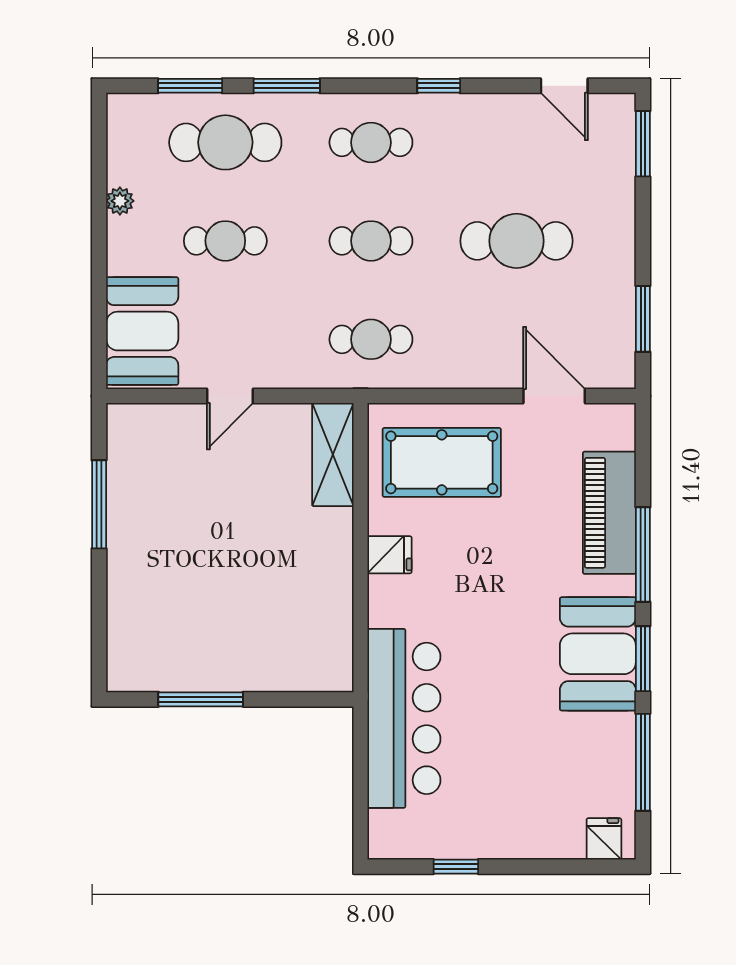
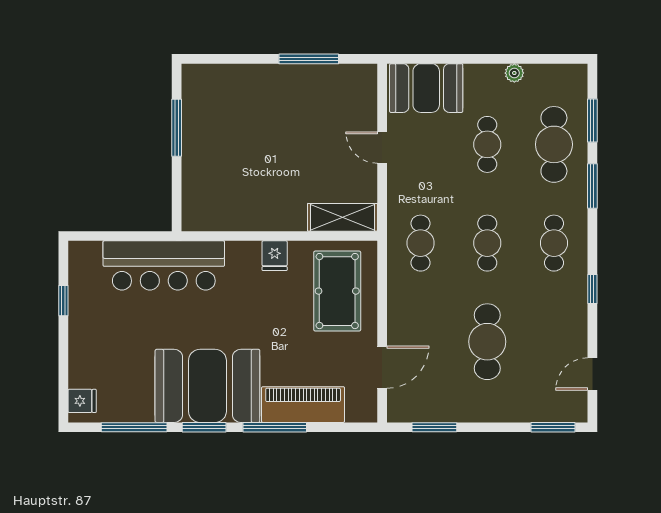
booth: (598, 654) -> (207, 386), width x1.36, depth x1.42

